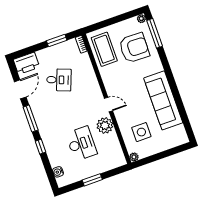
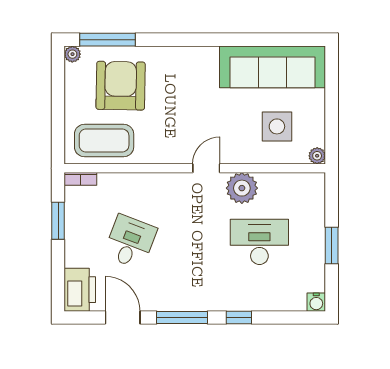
sofa: (163, 100) -> (272, 67), moved
water cooler: (58, 172) -> (316, 302), moved

